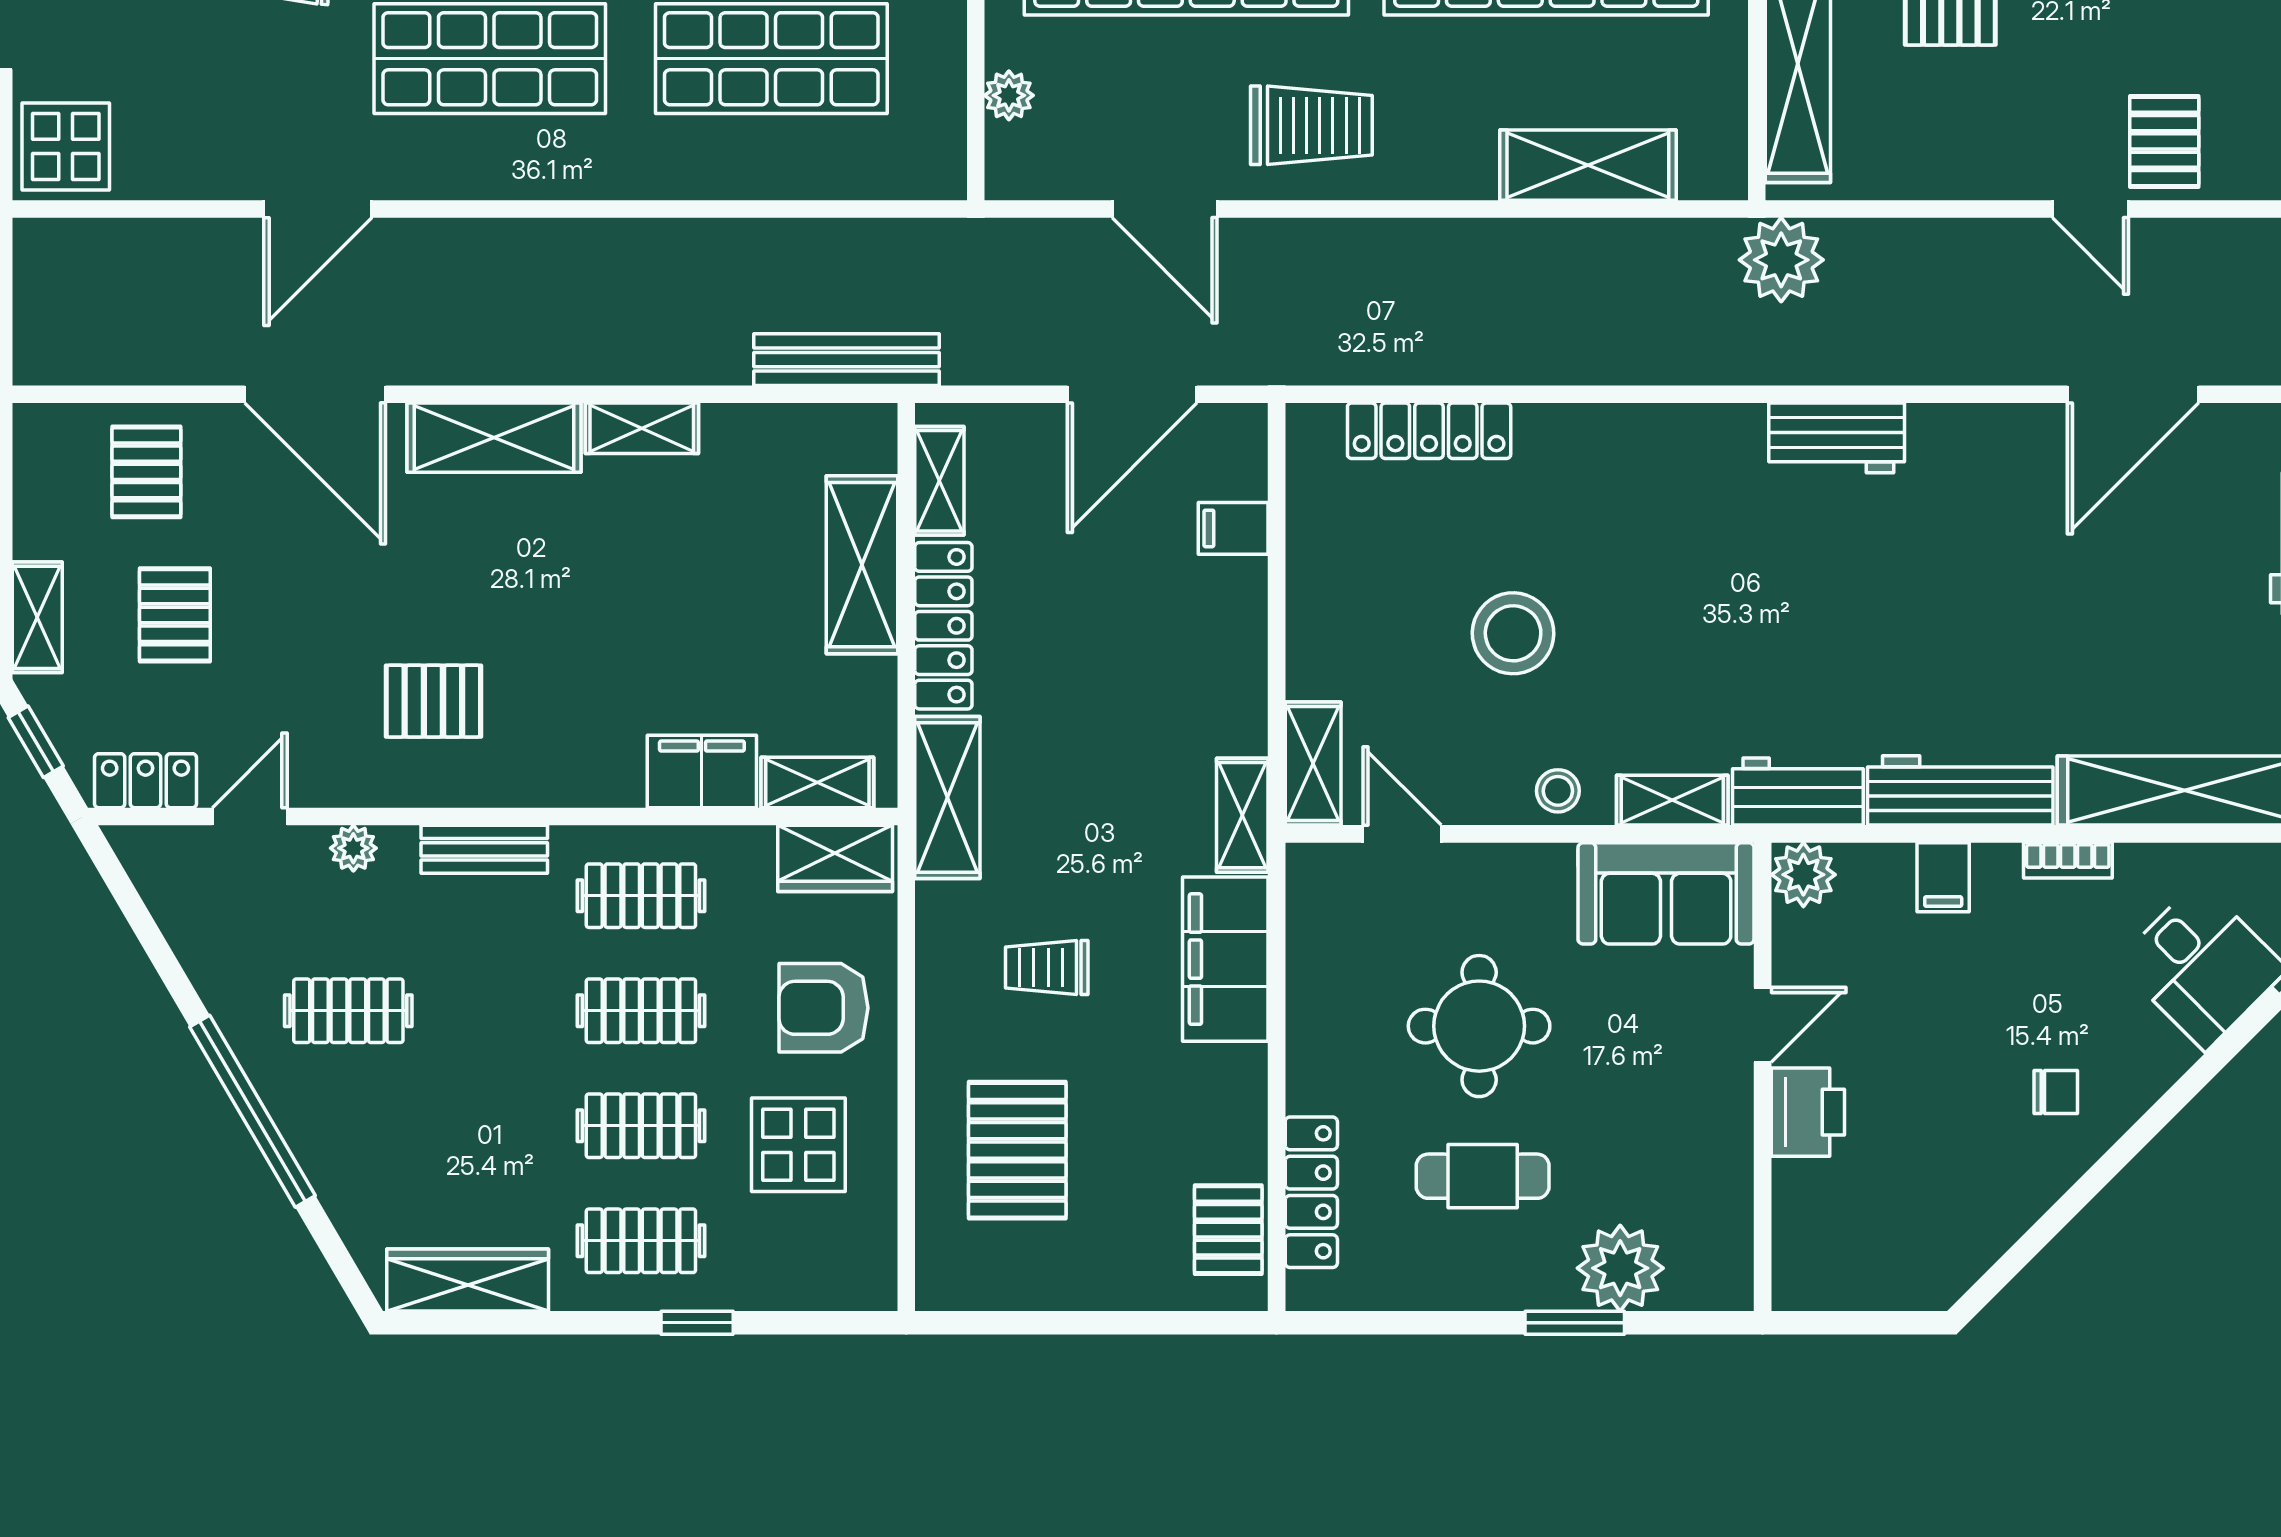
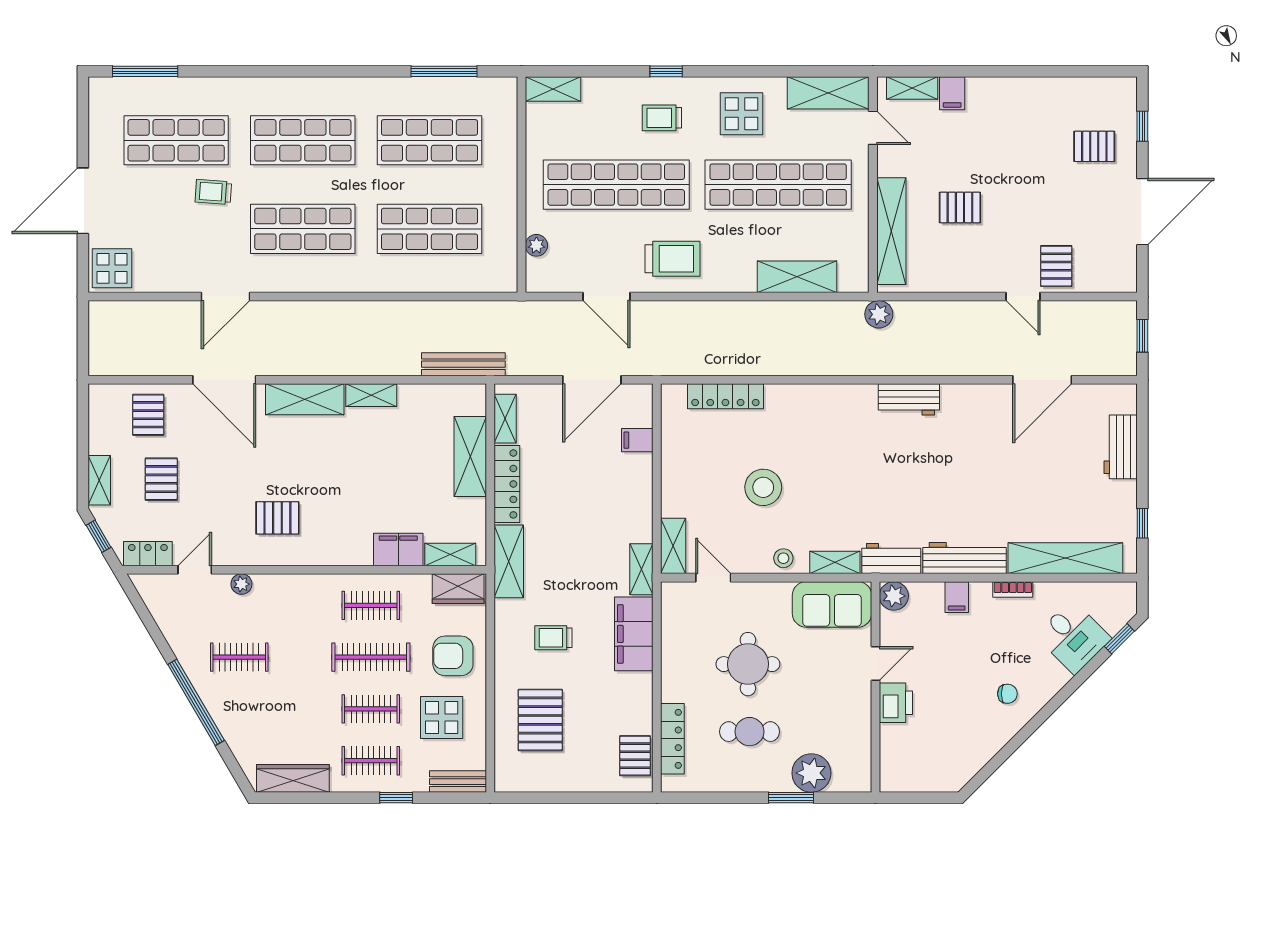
plant: (1781, 260) -> (879, 314), width x0.73, depth x0.73
bench: (484, 849) -> (458, 782), moved
clothes rail: (641, 1011) -> (371, 657), width x1.36

